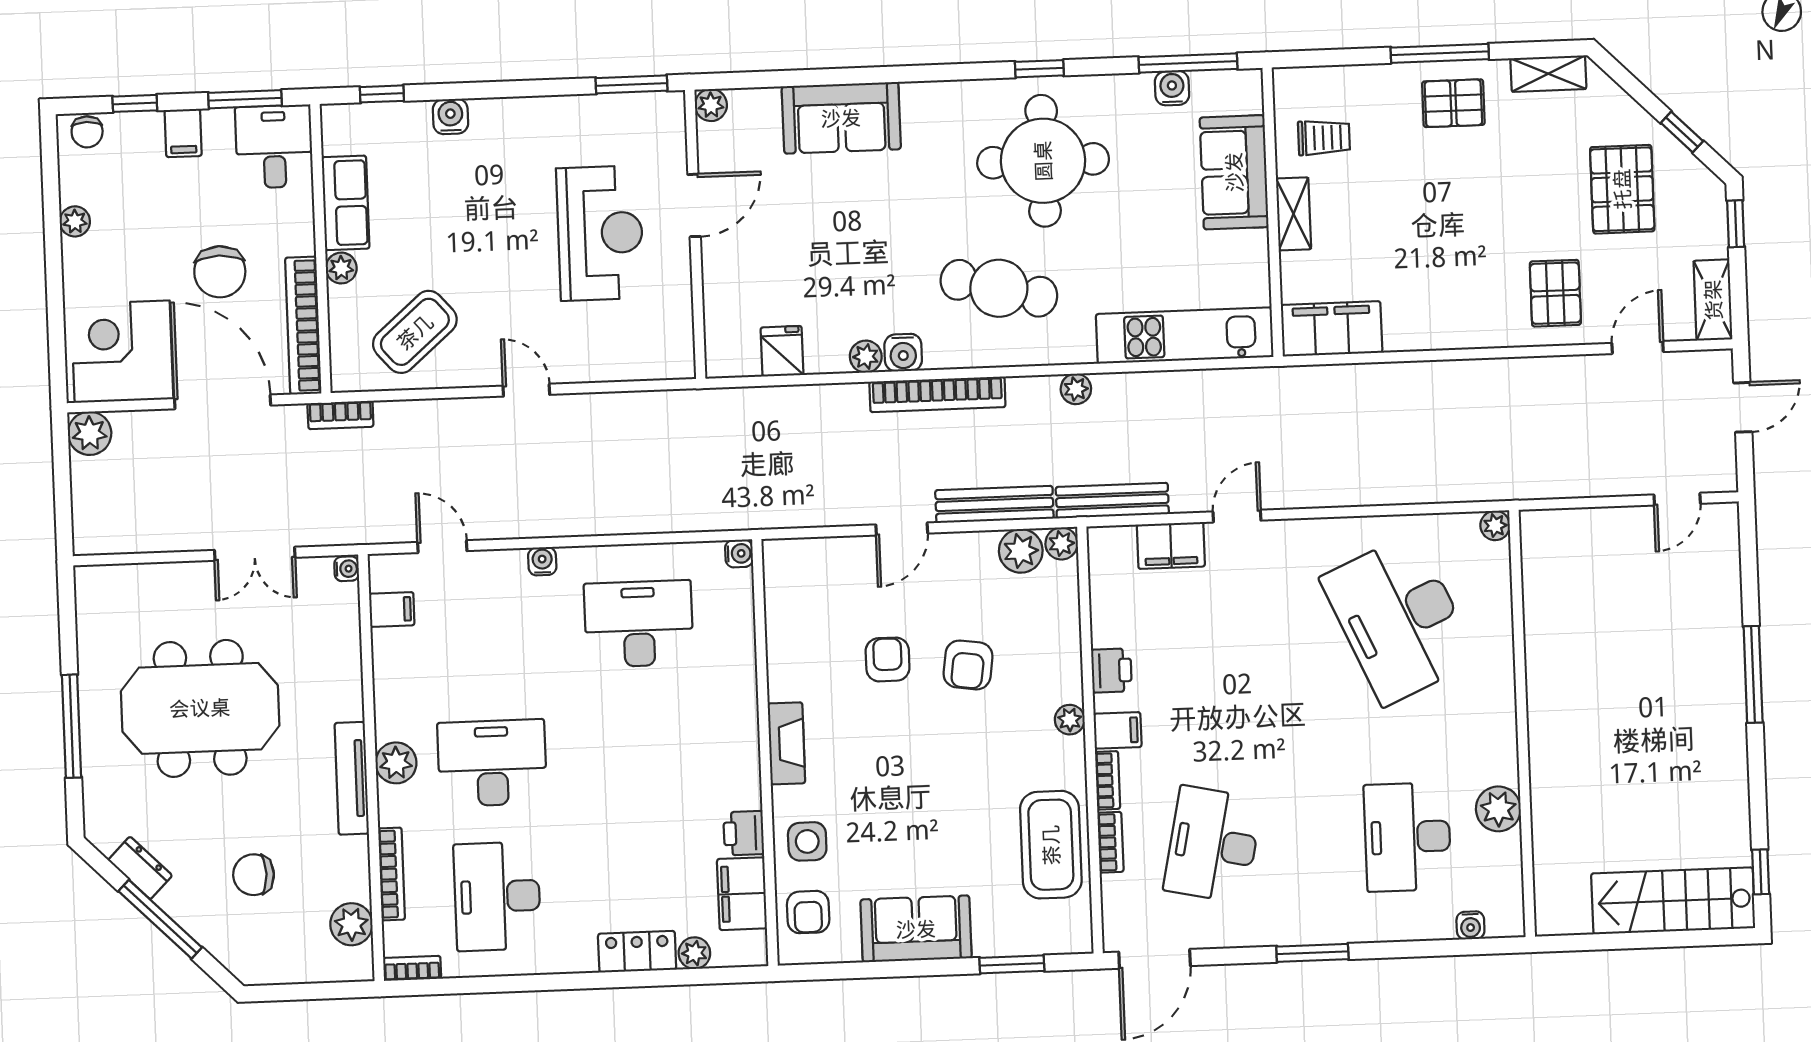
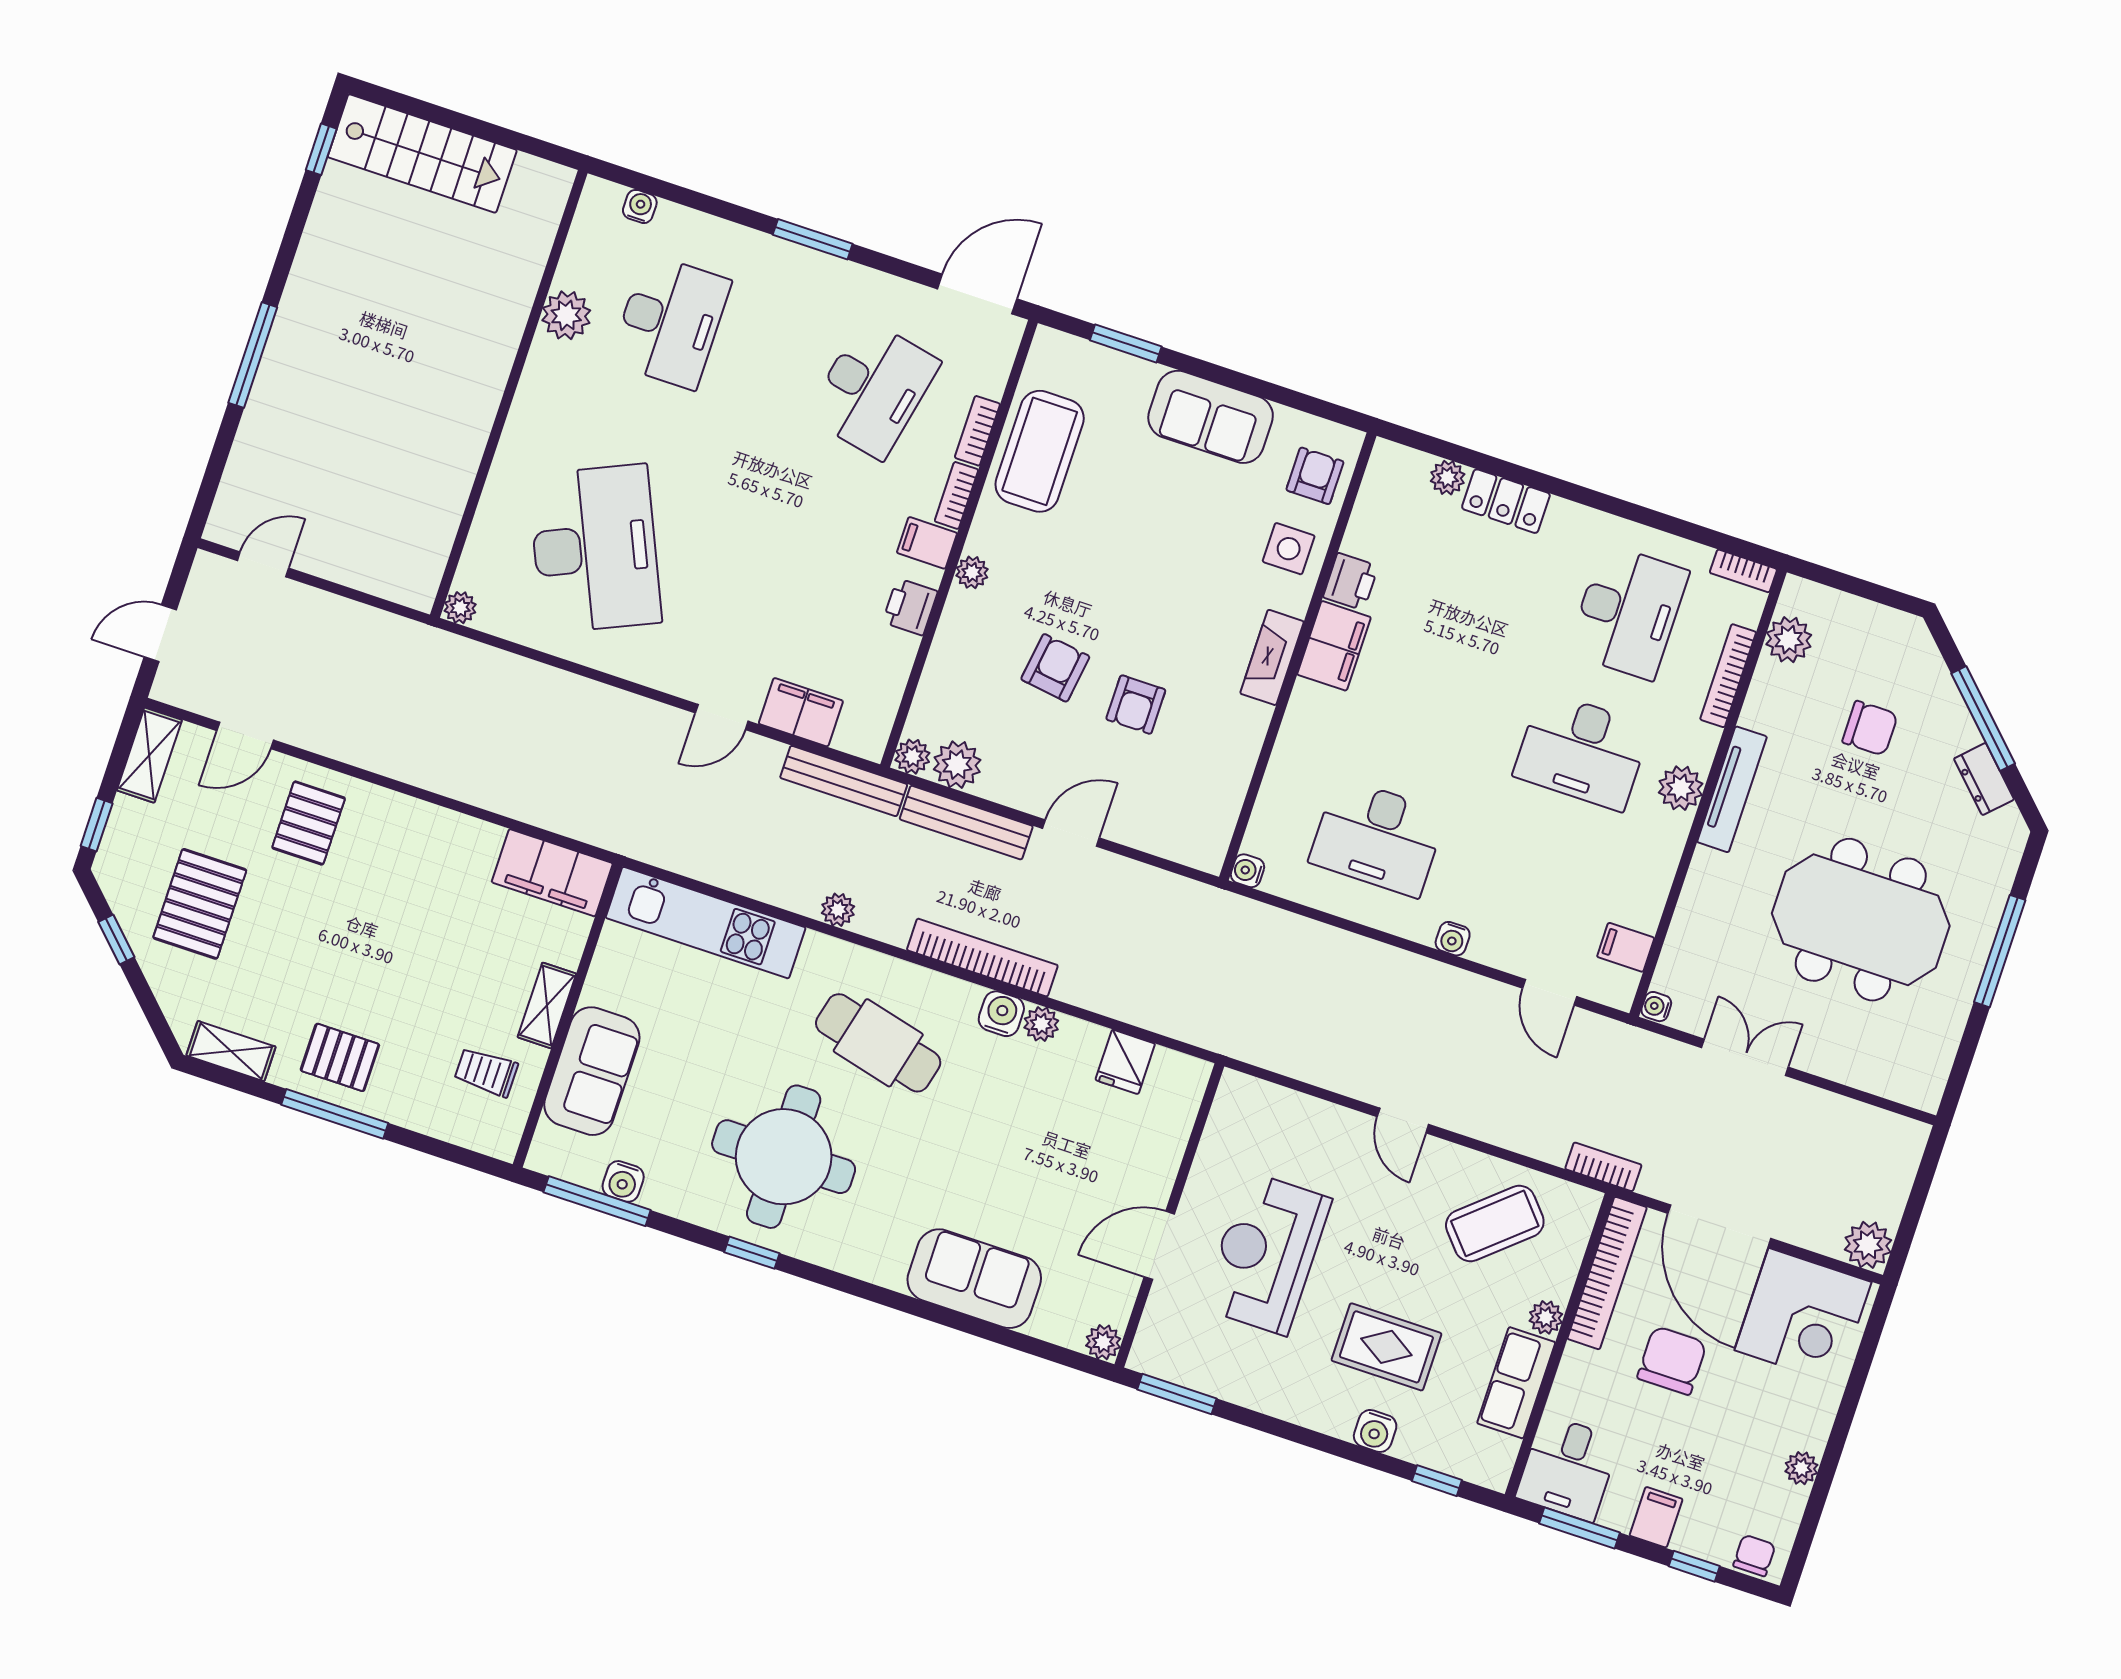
rug: (468, 192) -> (1386, 1347), added
filing cabinet: (742, 894) -> (1334, 646), moved

